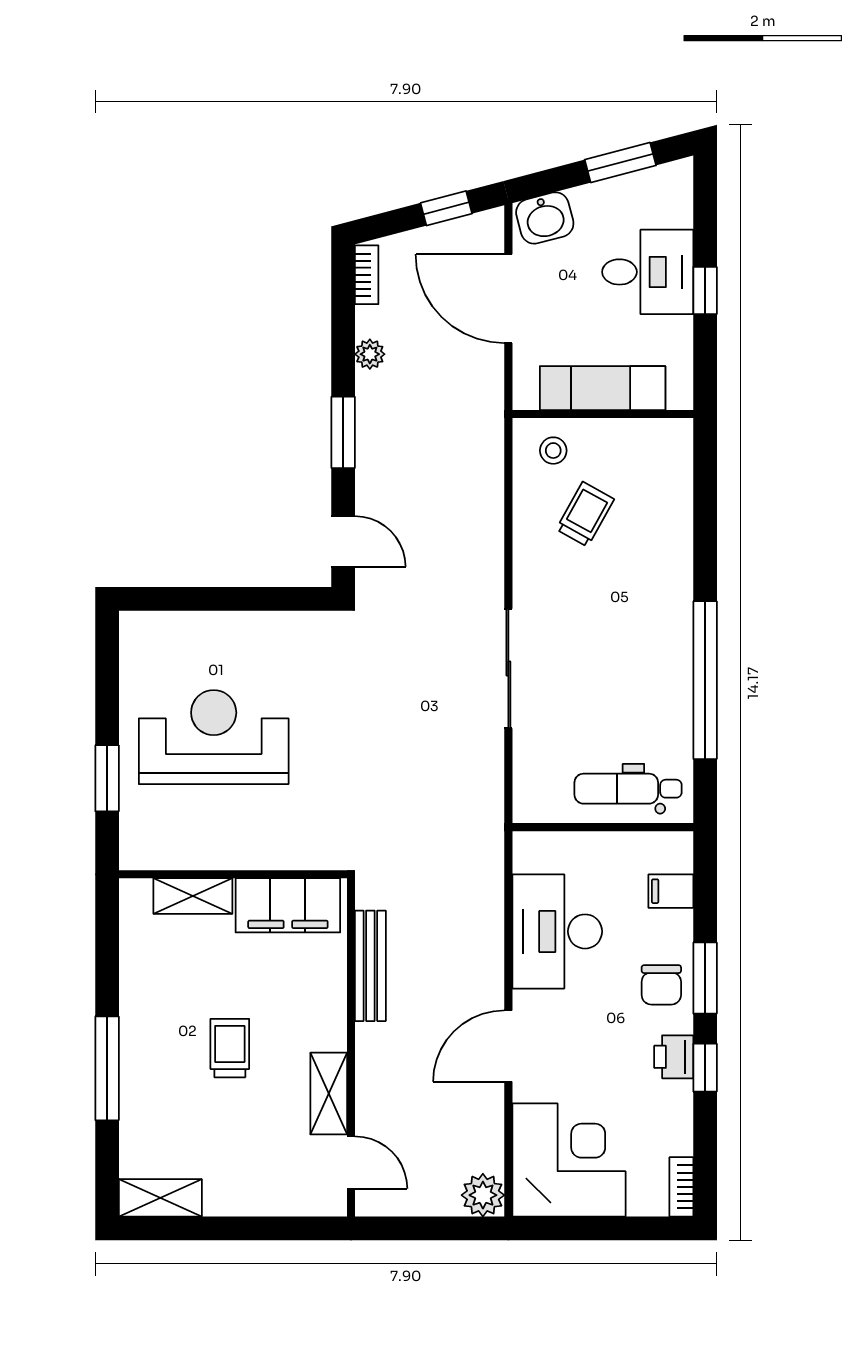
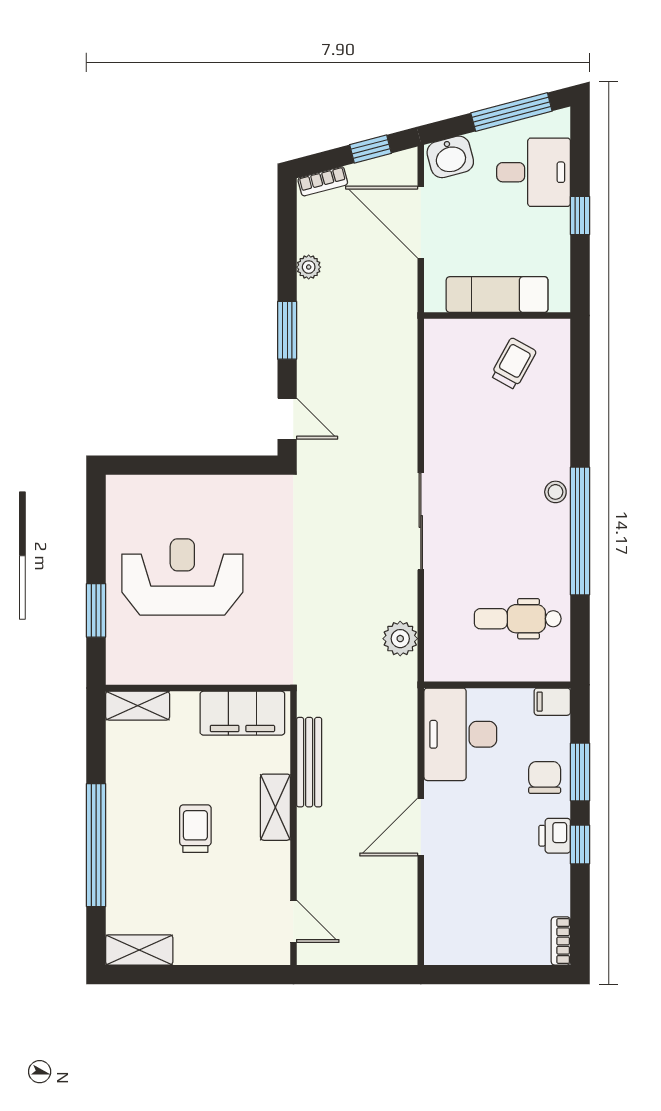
window: (620, 162) -> (511, 112), width x1.44
desk: (648, 272) -> (534, 172), moved
bookcase: (367, 275) -> (323, 181), moved, turned 75
stool: (553, 451) -> (555, 492), moved
trolley: (585, 514) -> (513, 364), moved
wall: (603, 827) -> (497, 685), moved
shelving: (193, 896) -> (138, 706), moved
chair: (661, 985) -> (545, 777), turned 180
window: (107, 1068) -> (96, 845), width x1.46
shelving: (329, 1094) -> (275, 807), moved
corner desk: (569, 1160) -> (470, 919), removed
plant: (483, 1195) -> (400, 639), moved

